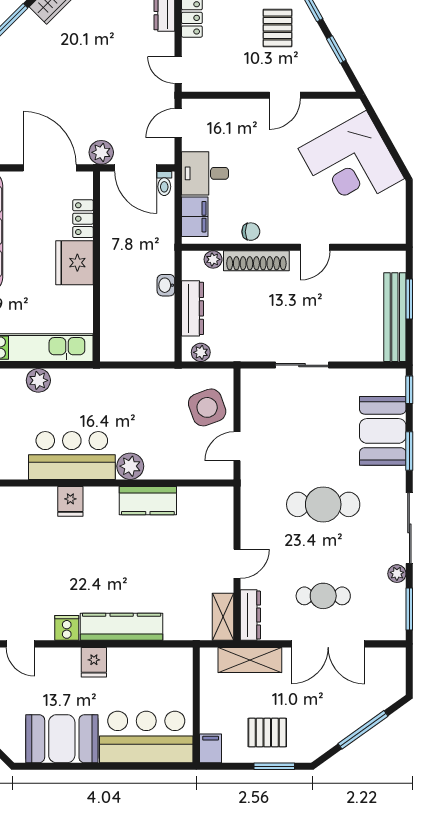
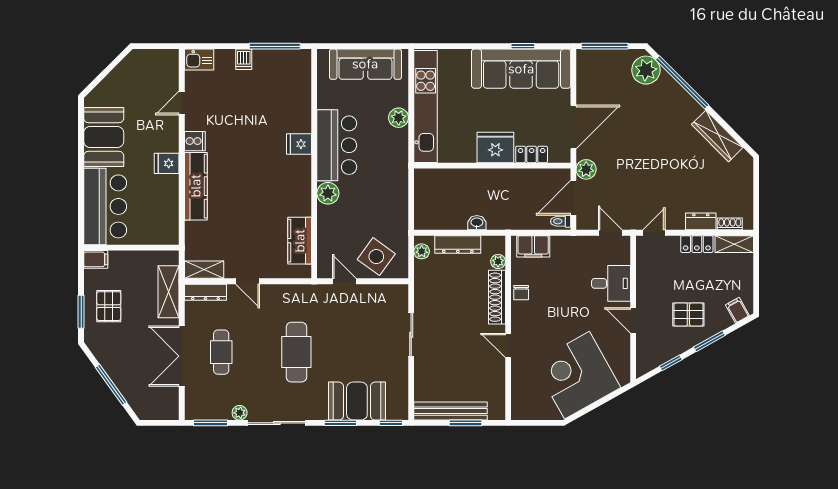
desk: (205, 173) -> (611, 283), moved, turned 90
side table: (207, 407) -> (376, 257), turned -34
kitchen counter: (148, 501) -> (300, 241), moved

